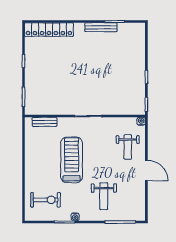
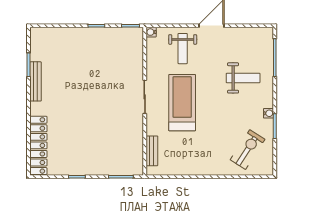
weight bench: (128, 147) -> (183, 49), turned 90
treadmill: (72, 160) -> (182, 103), moved, turned 90
exercise bike: (46, 200) -> (248, 150), turned 33

